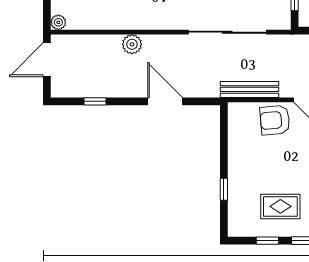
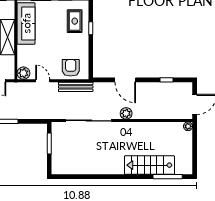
plant: (132, 44) -> (126, 113), moved
armchair: (275, 120) -> (71, 68), moved, turned -85
rug: (280, 206) -> (75, 21), moved, turned 90

